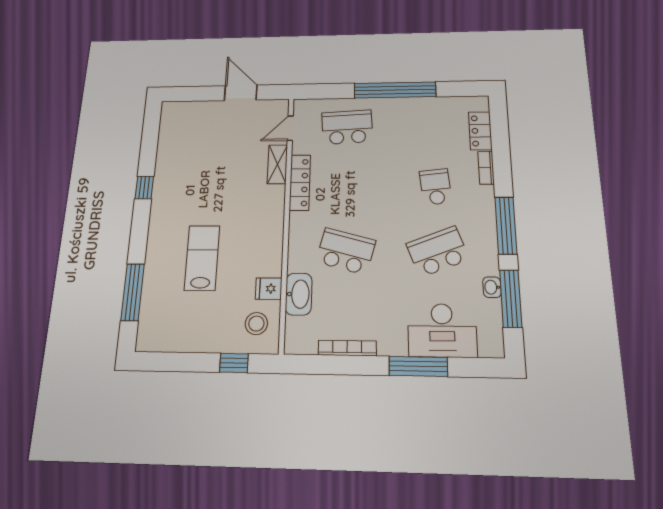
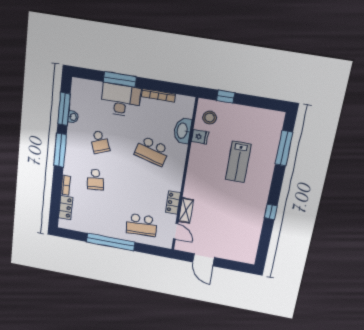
door: (290, 128) -> (176, 231), hinge flipped
locker: (300, 182) -> (173, 203), width x0.66
school desk: (438, 251) -> (100, 142), width x0.54
desk: (442, 330) -> (121, 100), moved

